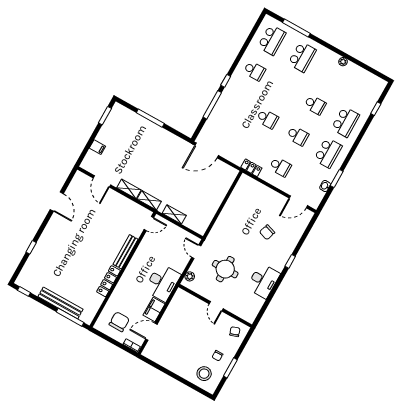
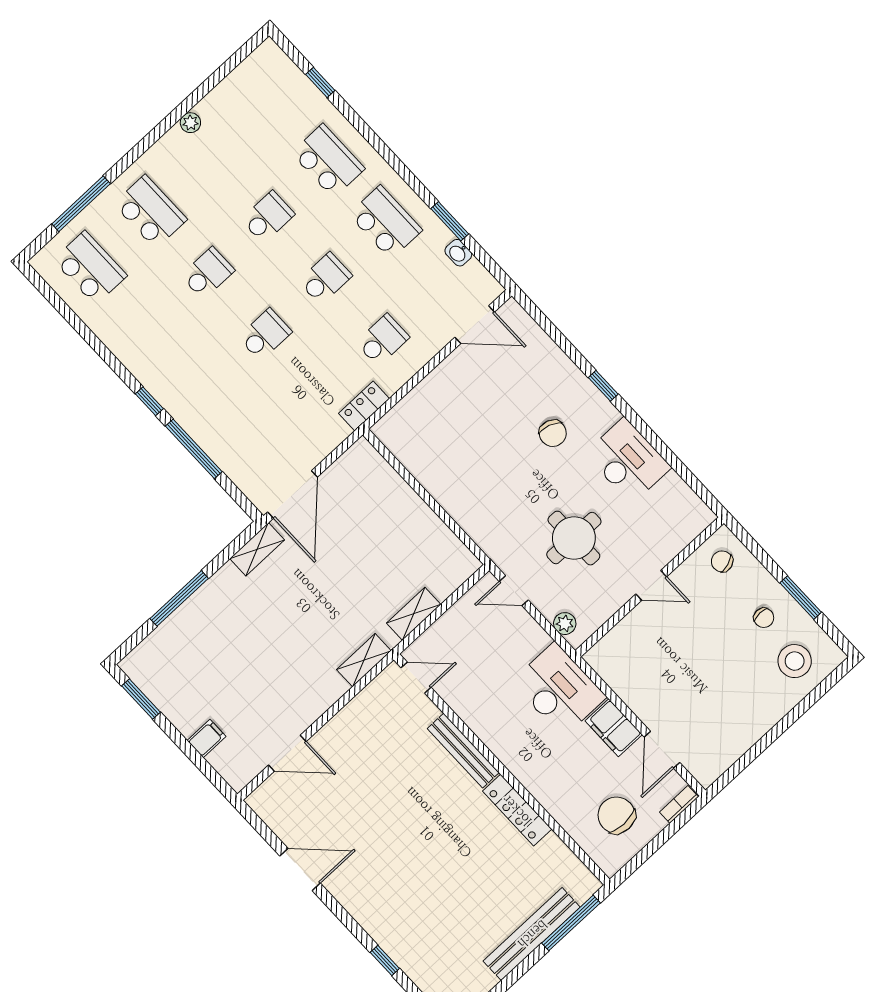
school desk: (254, 71) -> (208, 273), moved
shelving: (129, 189) -> (257, 549), moved
door: (298, 202) -> (475, 325), hinge flipped
door: (149, 223) -> (416, 678), hinge flipped
chair: (267, 232) -> (553, 433), moved

